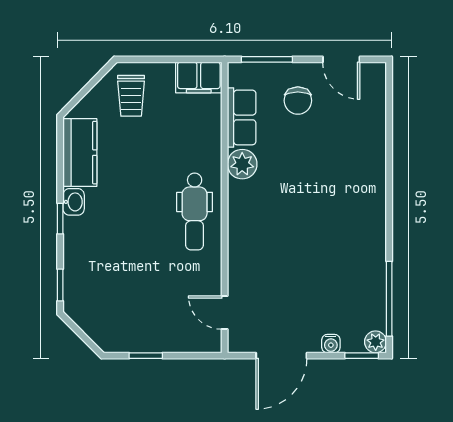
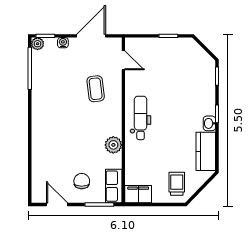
row of seats: (242, 117) -> (114, 186), moved
coffee table: (273, 263) -> (96, 89), added

